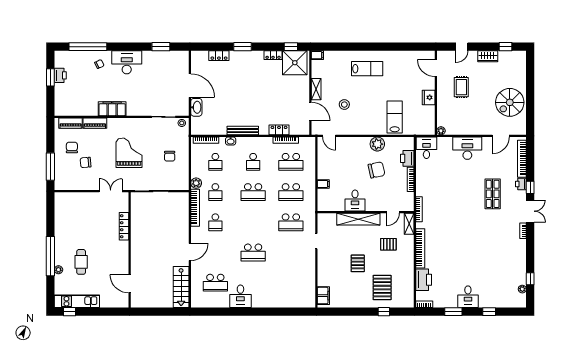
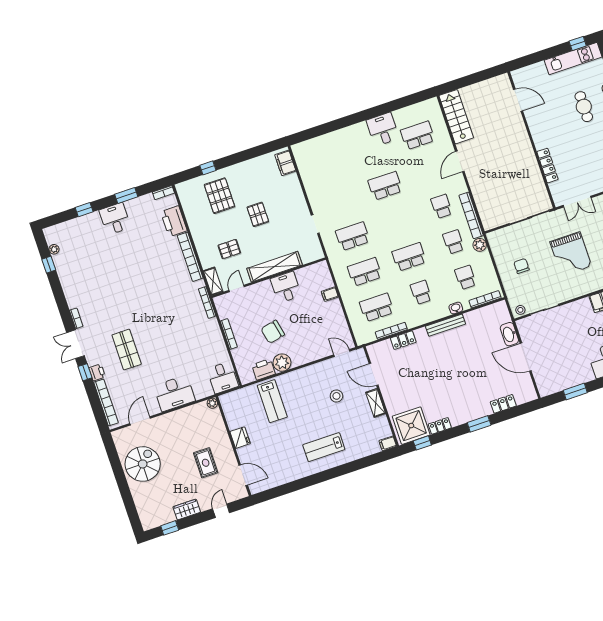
printer: (407, 158) -> (263, 369), moved, turned -90

